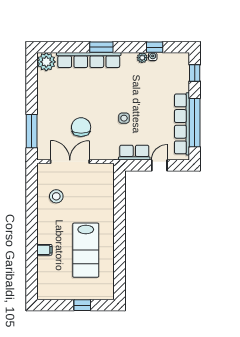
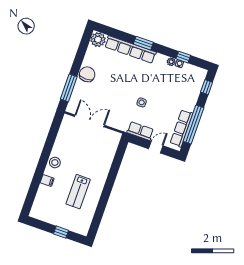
row of seats: (182, 124) -> (181, 128), width x0.73
chair: (81, 127) -> (87, 74), moved
stool: (56, 196) -> (55, 162), moved
lab bench: (86, 250) -> (78, 192), width x0.73, depth x0.72

